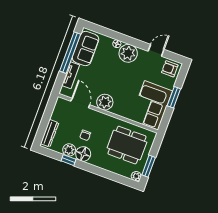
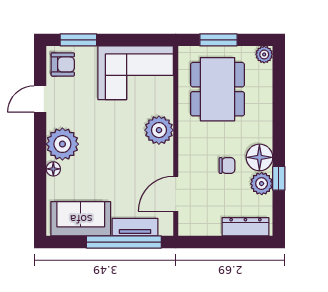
door: (156, 50) -> (40, 99), hinge flipped
window: (70, 53) -> (124, 242), moved
armchair: (170, 69) -> (63, 64), turned -90
window: (174, 97) -> (78, 40), moved
plant: (105, 102) -> (159, 130), moved
window: (149, 166) -> (218, 40), moved

